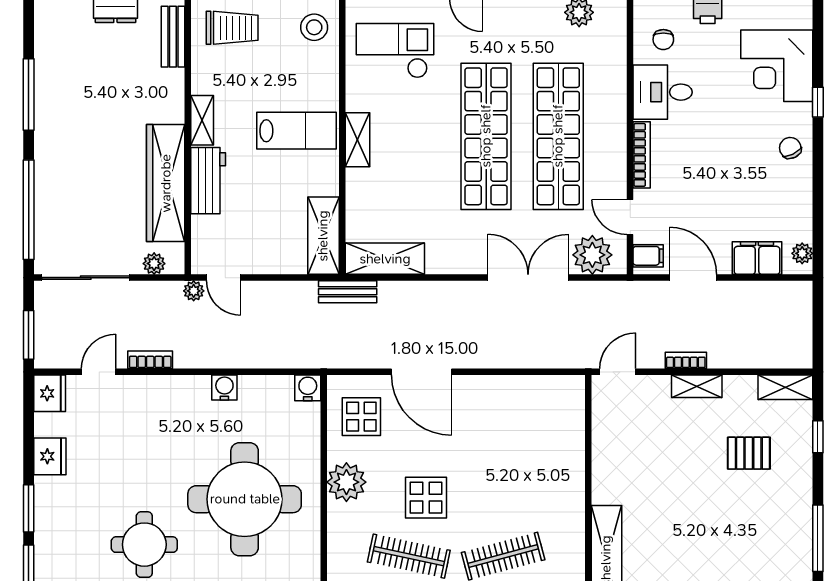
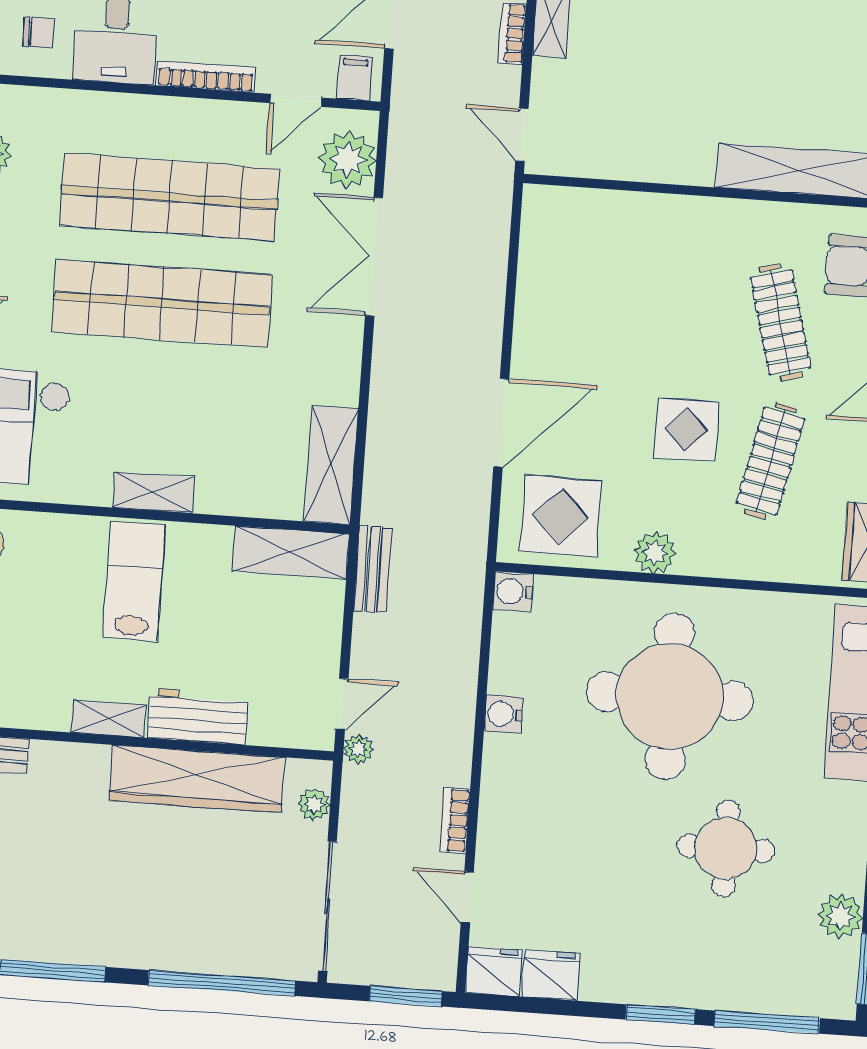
bench: (348, 292) -> (373, 569), moved
display table: (361, 417) -> (561, 516), width x1.36, depth x1.36
fridge: (50, 456) -> (551, 975), moved
plant: (346, 482) -> (655, 552), width x0.73, depth x0.73

